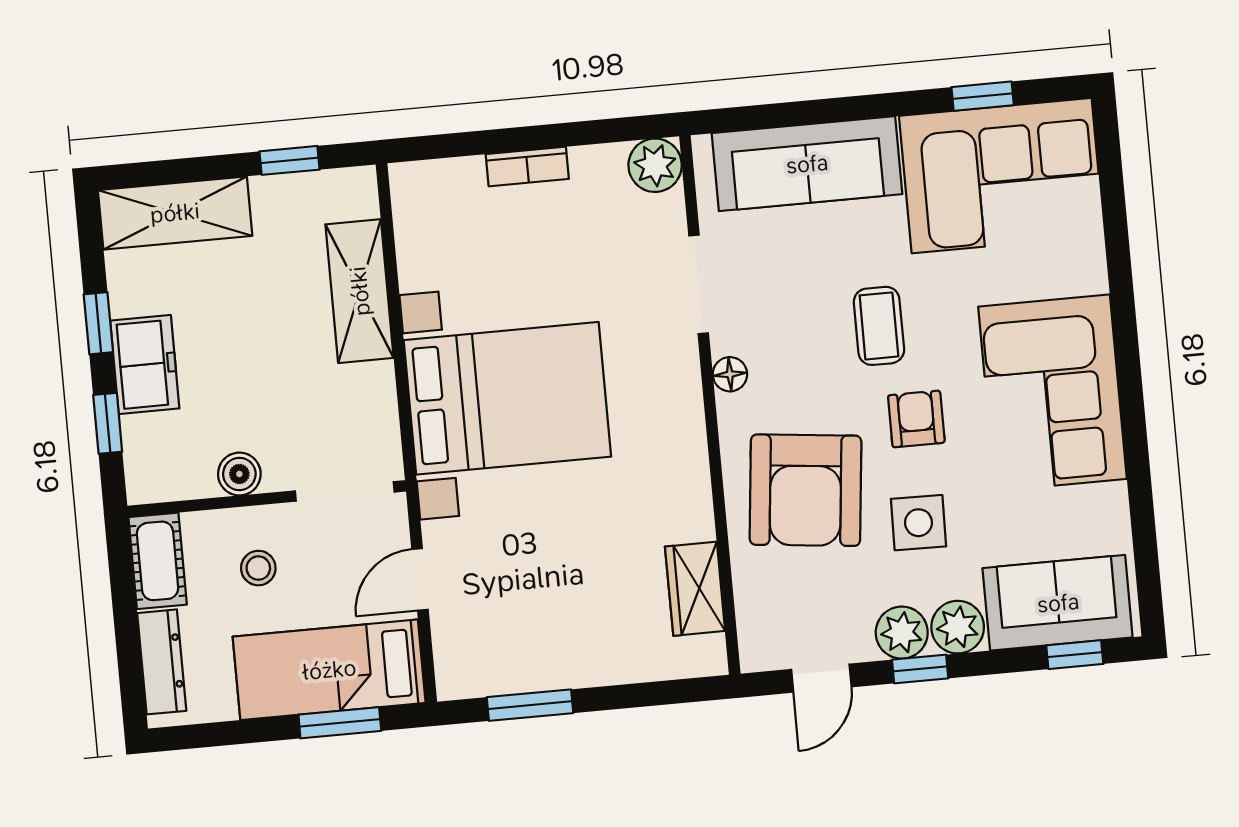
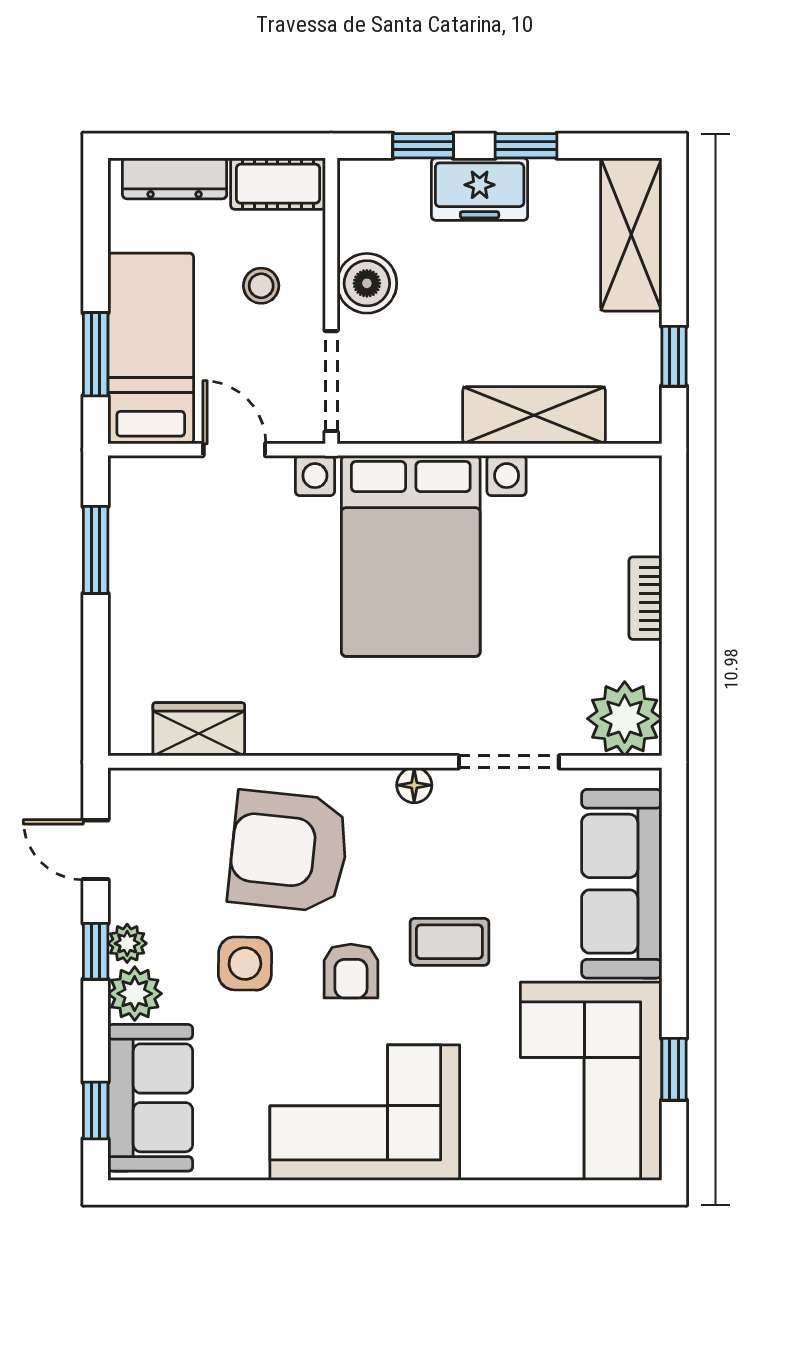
plant: (655, 165) -> (625, 719), width x1.36, depth x1.36
armchair: (916, 419) -> (351, 971), turned 90
boiler: (239, 474) -> (367, 283), width x1.36, depth x1.36
plant: (902, 633) -> (127, 943), width x0.73, depth x0.73

